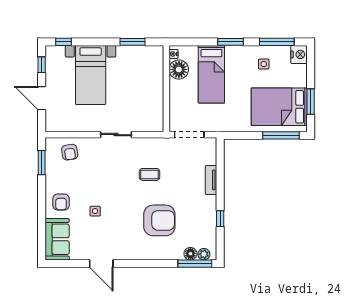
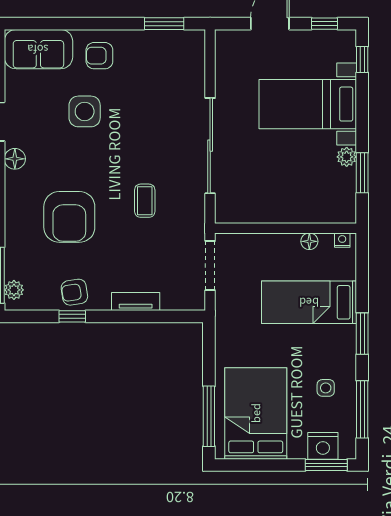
plant: (123, 51) -> (347, 157), added
nightstand: (299, 54) -> (323, 446), moved
floor lamp: (179, 69) -> (309, 241), width x0.53, depth x0.53
window: (311, 102) -> (326, 465), moved
sliding door: (116, 135) -> (210, 146), width x1.86
armchair: (70, 152) -> (74, 292), moved
side table: (95, 211) -> (85, 111), width x1.87, depth x1.87
floor lamp: (190, 254) -> (15, 159), moved

